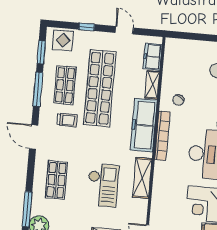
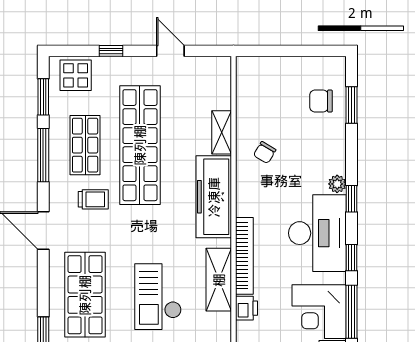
freezer: (153, 57) -> (218, 88), removed
bookcase: (162, 136) -> (244, 256), moved
shop shelf: (56, 180) -> (85, 295), width x1.43, depth x1.36
checkout: (103, 185) -> (158, 297), turned 180
printer: (158, 198) -> (247, 308), added

